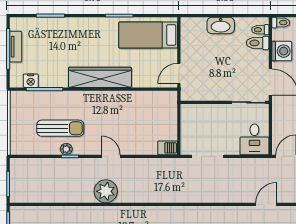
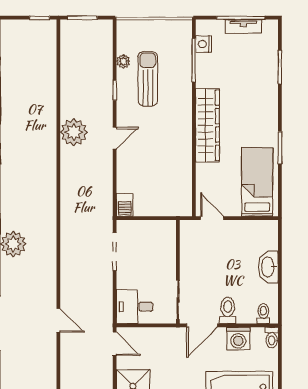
toilet: (258, 43) -> (228, 310), moved
sun lounger: (60, 128) -> (148, 79), turned 180
plant: (66, 149) -> (123, 61), moved

